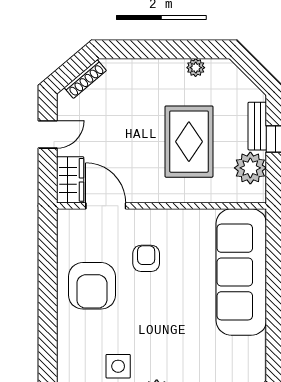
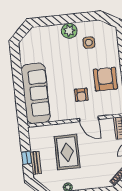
plant: (250, 168) -> (37, 143), removed
door: (106, 206) -> (89, 119), moved

